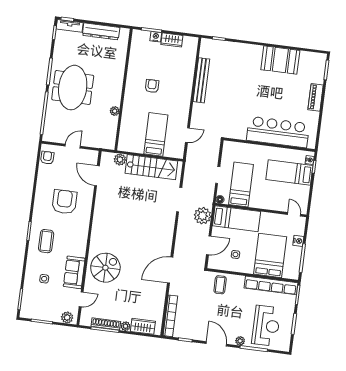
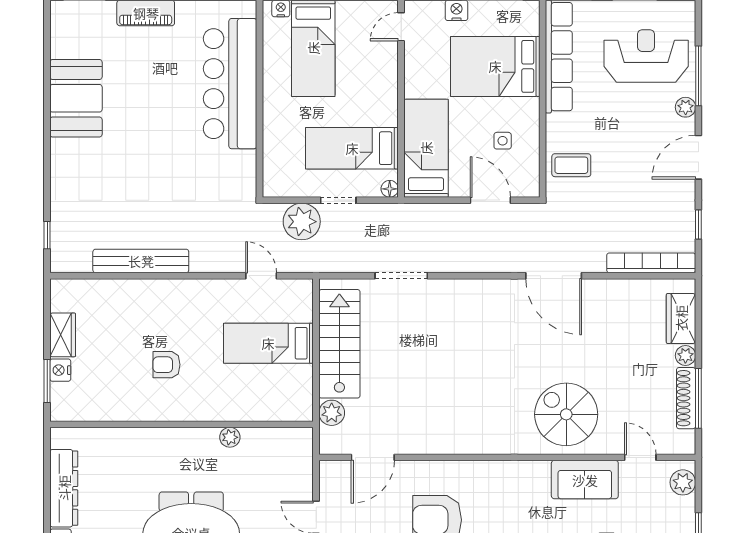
plant: (203, 216) -> (302, 222), moved

